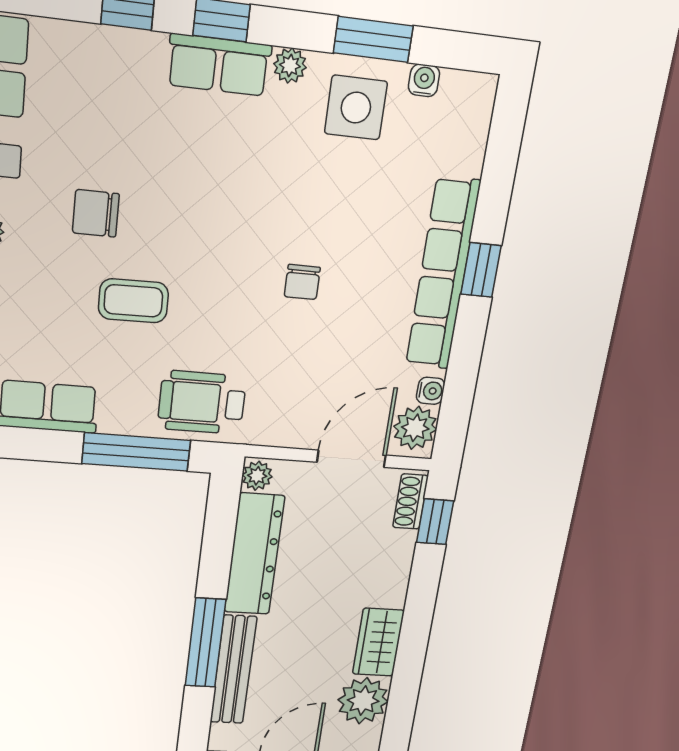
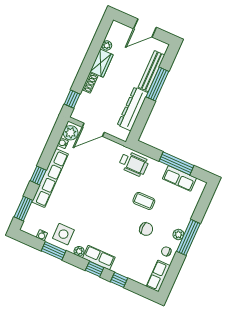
window: (503, 150) -> (23, 209), added
chair: (302, 282) -> (93, 190), removed
window: (136, 452) -> (176, 163), moved
plant: (257, 476) -> (124, 135), removed
shoe rack: (410, 502) -> (90, 83), moved
plant: (363, 701) -> (107, 45), width x0.53, depth x0.53

